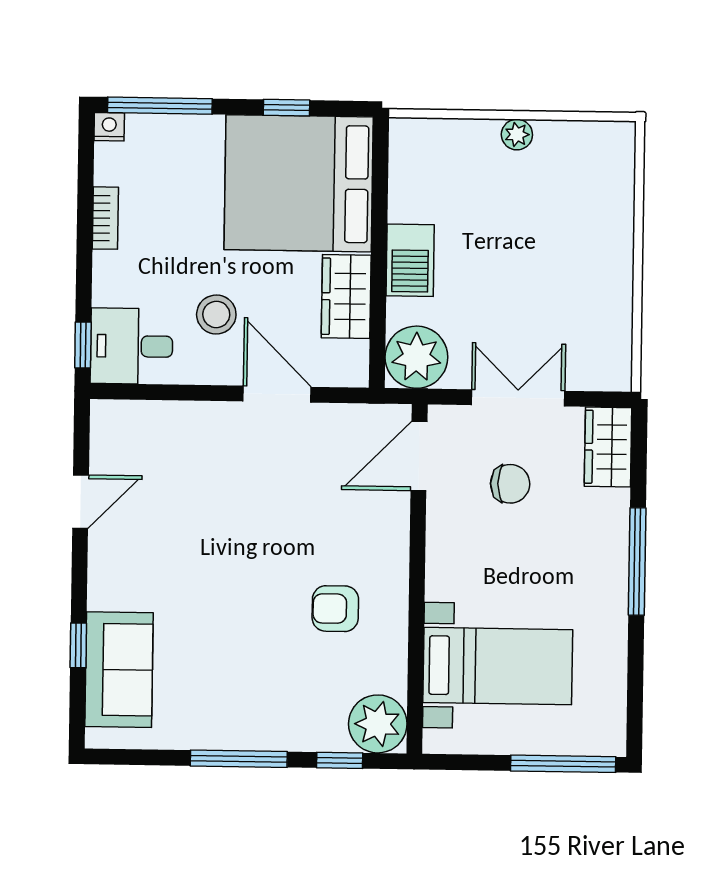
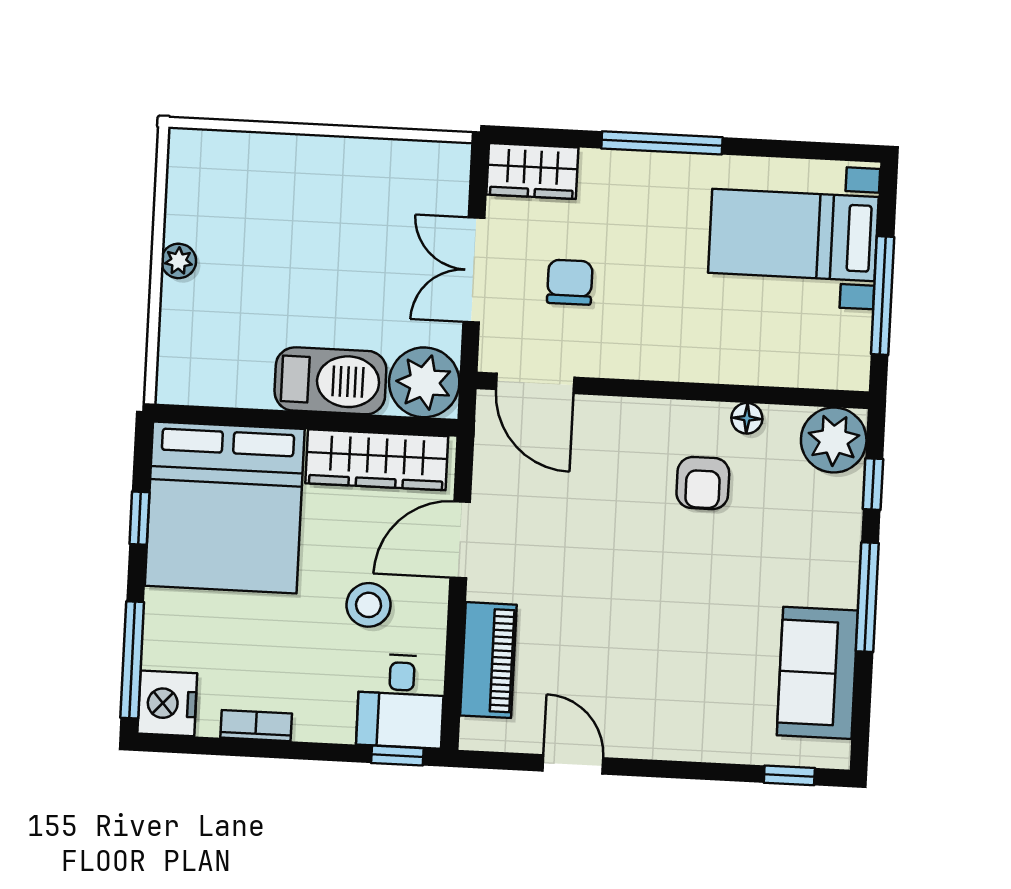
nightstand: (109, 127) -> (167, 703), width x1.89, depth x1.79
barbecue: (410, 260) -> (330, 381), width x1.37, depth x1.21
wardrobe: (346, 296) -> (377, 460), width x1.50
piano: (171, 423) -> (488, 660), added
window: (78, 645) -> (789, 775), moved
floor lamp: (394, 646) -> (747, 418), added
bed with nightstands: (498, 666) -> (793, 235), moved, turned -90
sofa: (119, 670) -> (817, 673), moved, turned -90
window: (563, 764) -> (883, 295), moved

